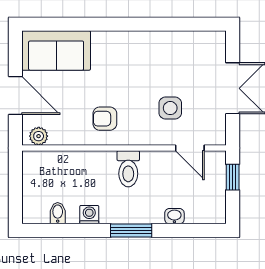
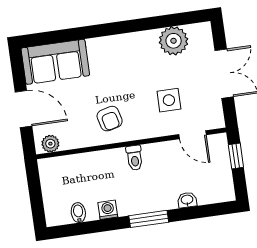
plant: (184, 46) -> (174, 41), added
armchair: (105, 119) -> (110, 119), turned -104
toilet: (128, 169) -> (135, 158), width x0.73, depth x0.72

